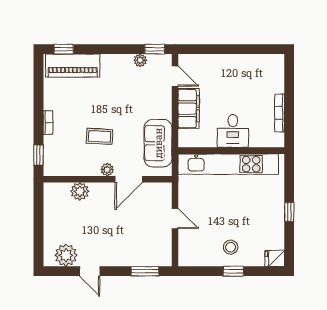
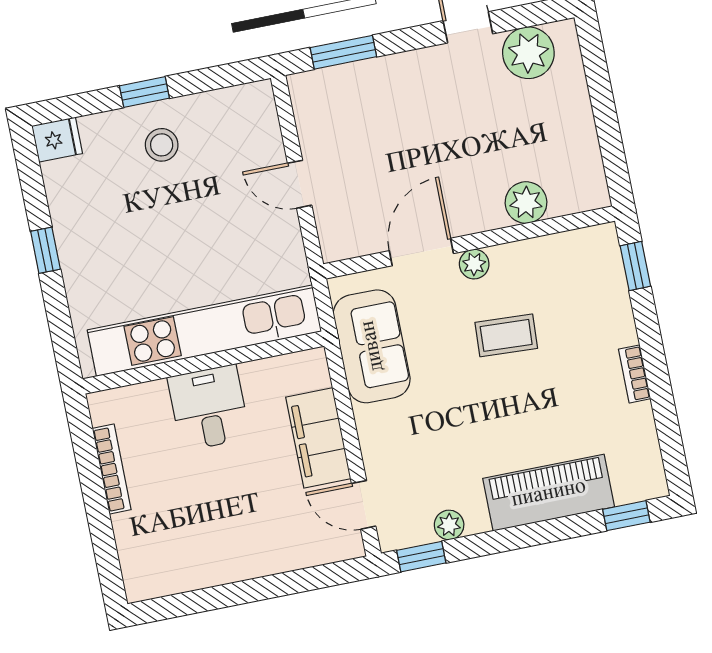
piano: (73, 66) -> (549, 493), moved
bookcase: (48, 123) -> (635, 374), moved

